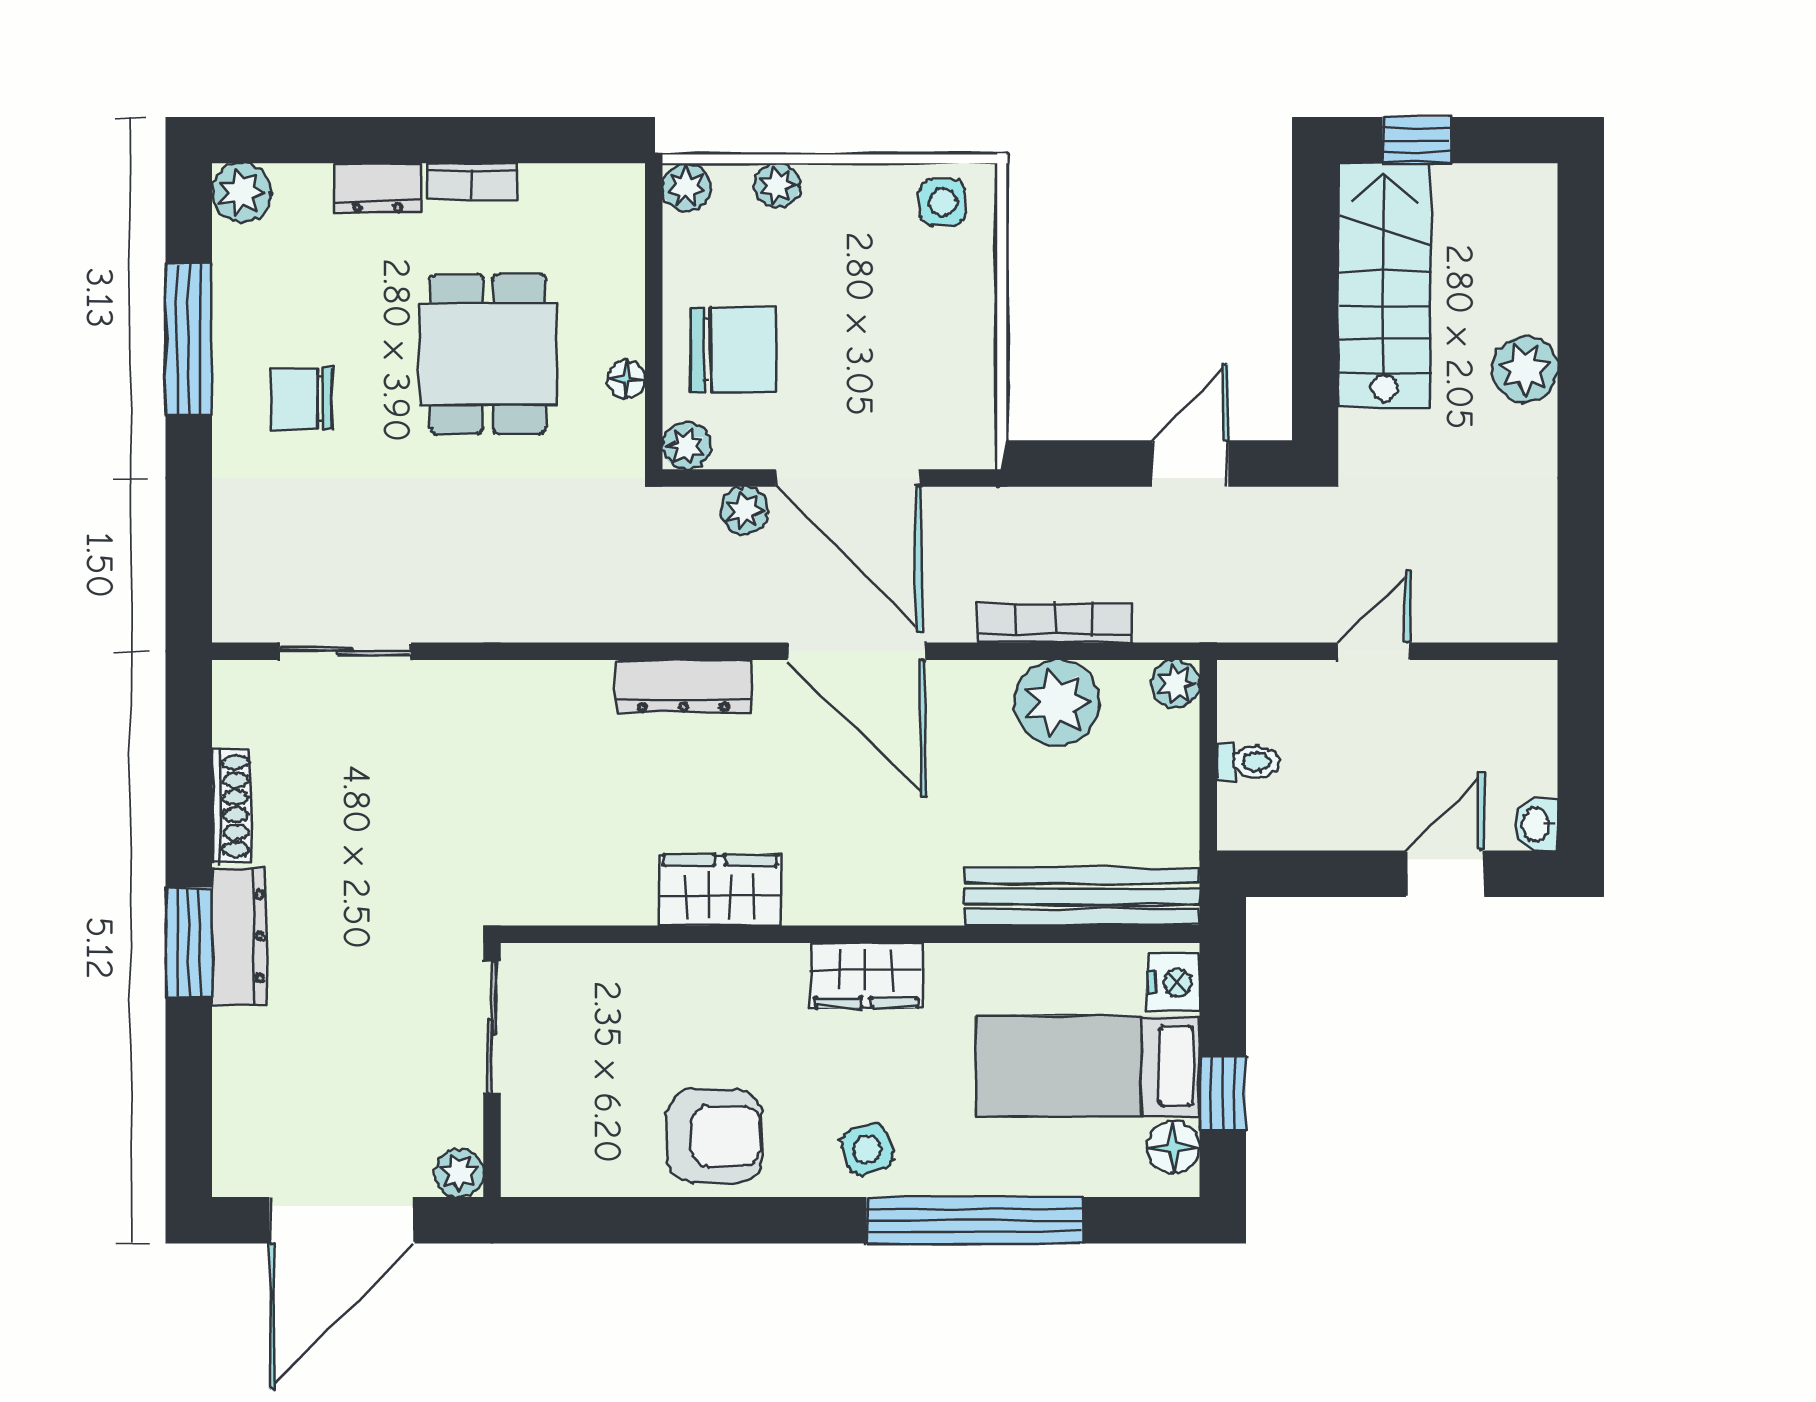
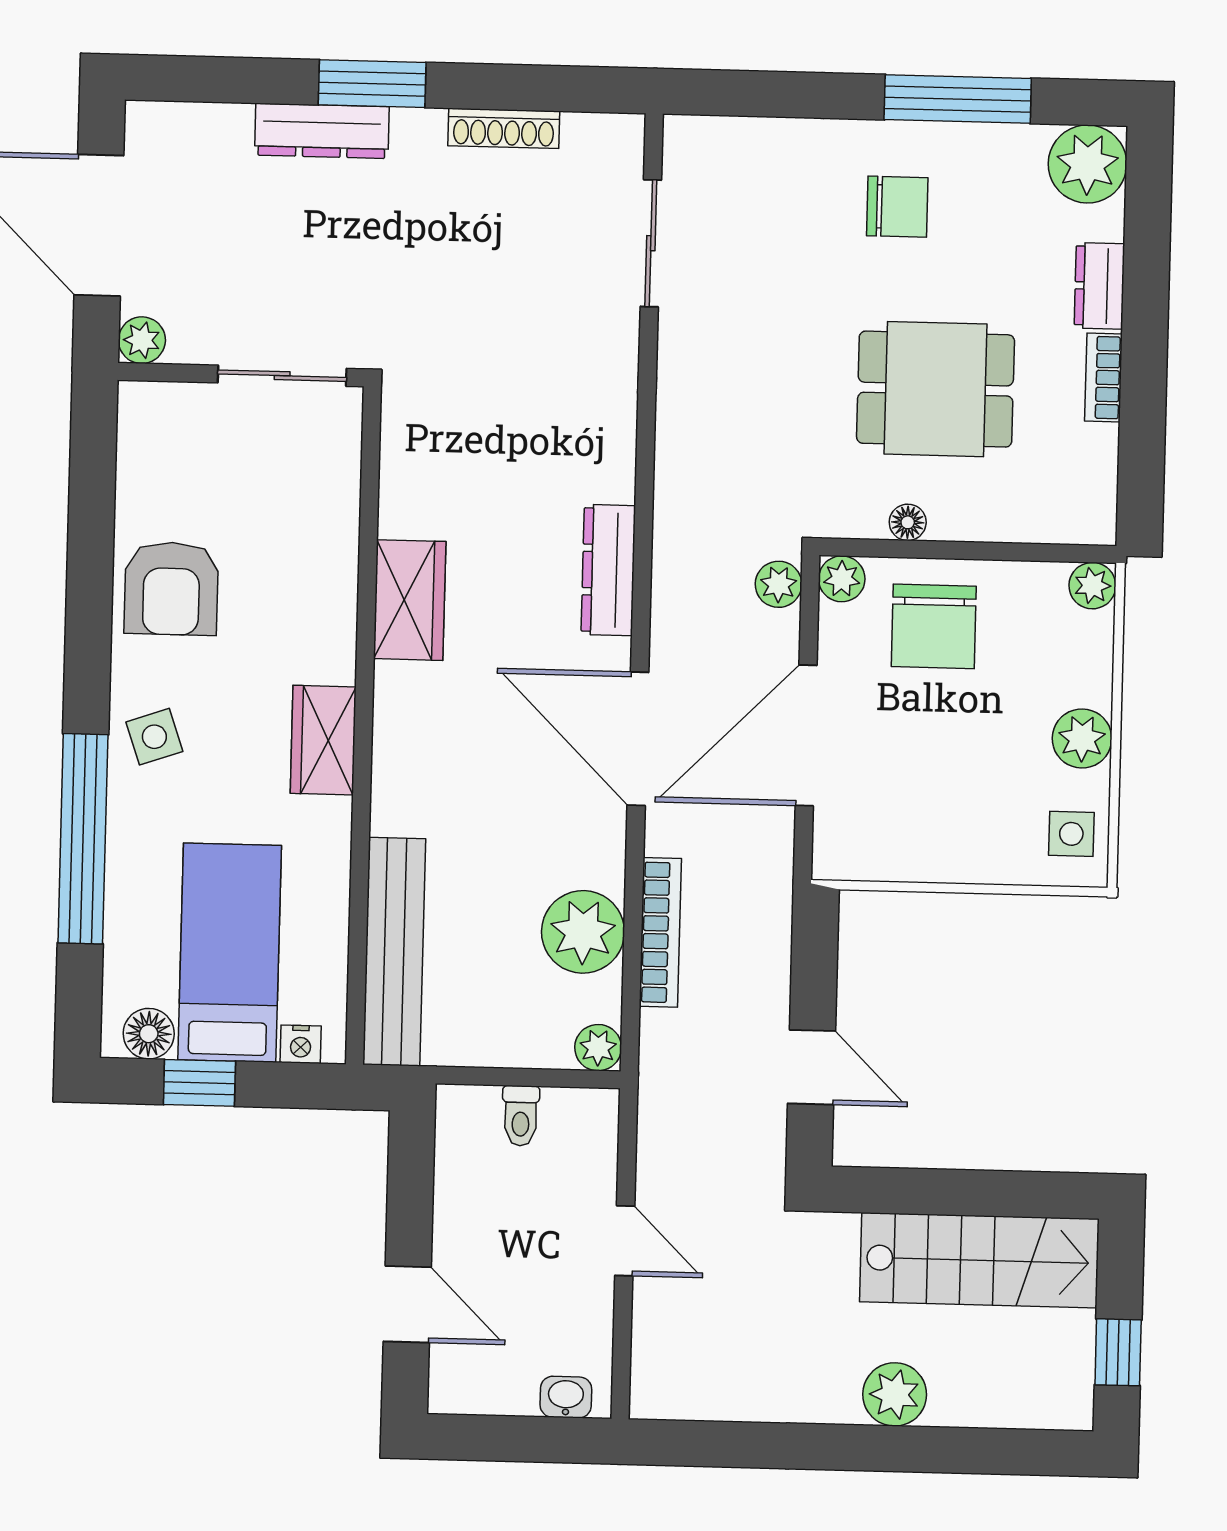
window: (1416, 140) -> (1118, 1352), moved
plant: (777, 185) -> (1082, 739), moved, width x1.38, depth x1.38
plant: (242, 193) -> (1088, 164), width x1.36, depth x1.36
chair: (301, 398) -> (897, 207), turned 90
plant: (745, 511) -> (779, 584), moved
door: (856, 651) -> (638, 739), hinge flipped
washbasin: (1536, 824) -> (566, 1397), moved
dresser: (239, 936) -> (322, 131), moved
nightstand: (1173, 982) -> (301, 1044), width x0.72, depth x0.74

